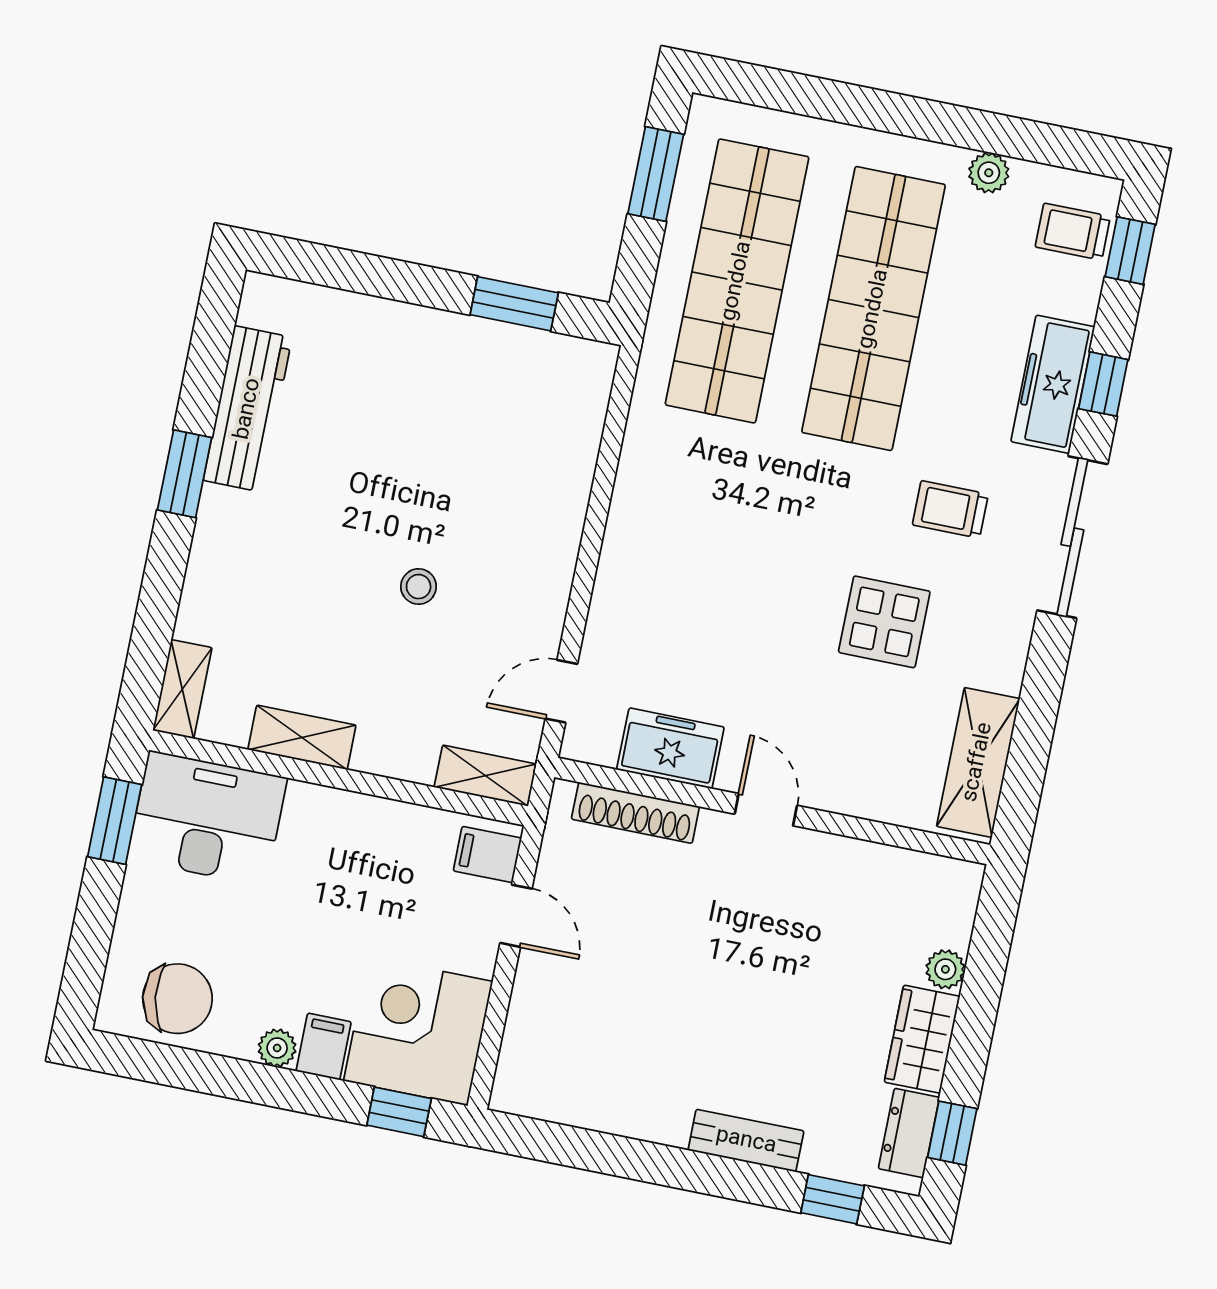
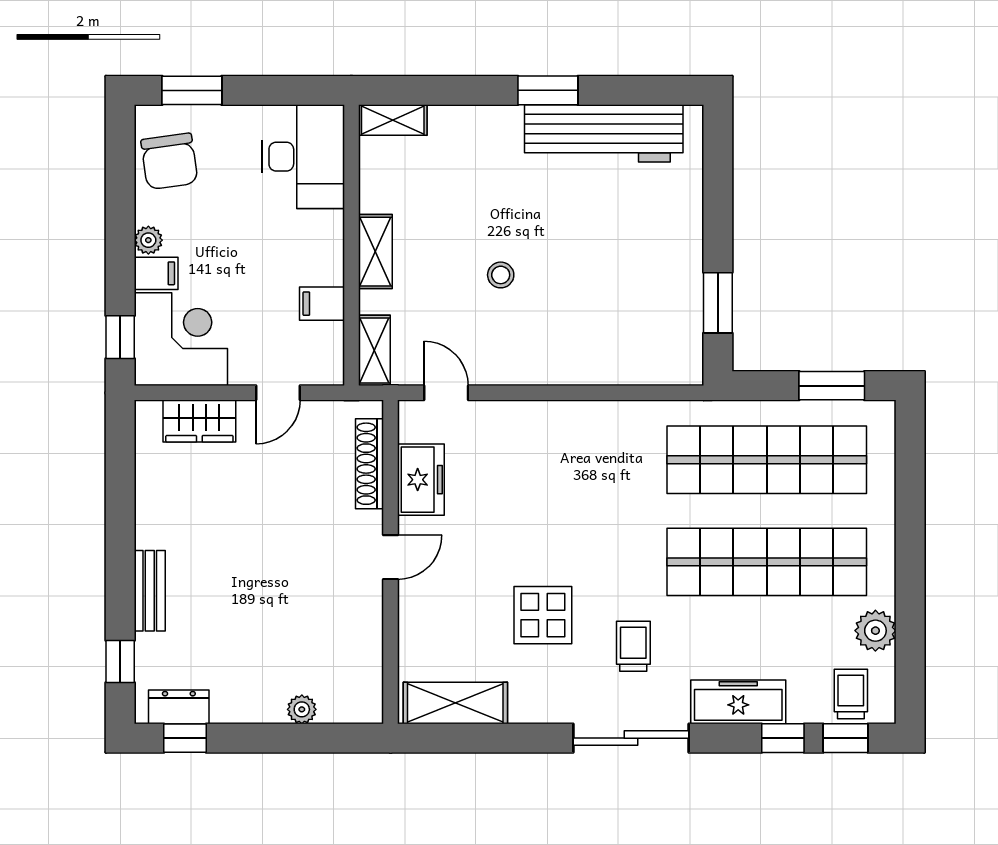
plant: (989, 173) -> (875, 631), width x1.38, depth x1.38
window: (1103, 384) -> (783, 738), moved
workbench: (248, 409) -> (604, 133), width x1.36, depth x1.32
shelving: (302, 737) -> (375, 252), moved
window: (115, 821) -> (192, 90), moved
filing cabinet: (487, 855) -> (322, 304), moved, turned -90
wardrobe: (922, 1039) -> (199, 421), moved, turned 180

